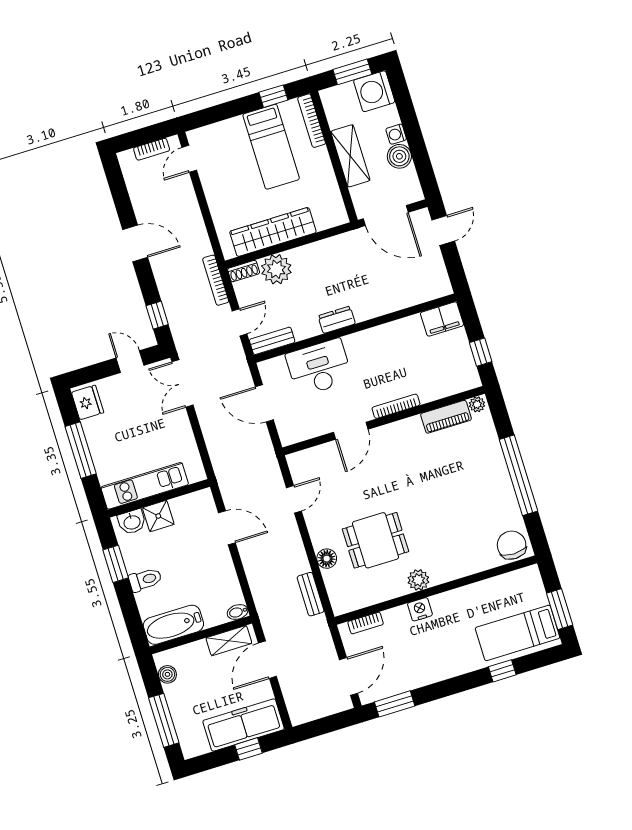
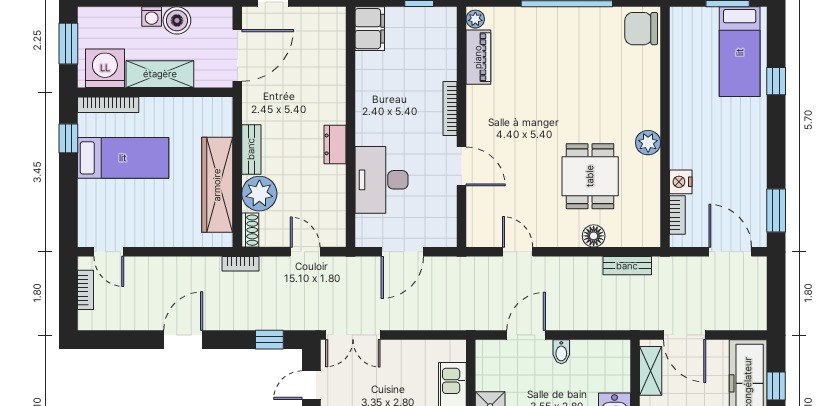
washing machine: (374, 91) -> (105, 68), moved, turned 180
bookcase: (216, 280) -> (240, 264), width x0.64
bench: (272, 341) -> (251, 149), moved
nightstand: (420, 609) -> (681, 182), moved
bidet: (238, 612) -> (561, 352), moved

